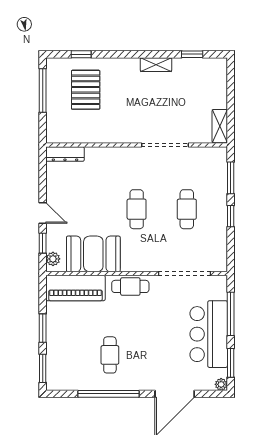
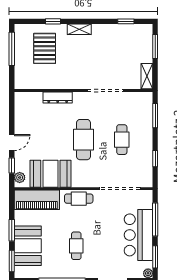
window: (81, 54) -> (53, 21), moved
shelving: (156, 65) -> (79, 29), moved
window: (231, 87) -> (155, 47), added
dresser: (65, 154) -> (58, 97), moved
cafe table: (137, 209) -> (83, 140), width x1.37, depth x1.35
door: (43, 213) -> (12, 143), hinge flipped
window: (231, 216) -> (155, 159), moved
booth: (63, 348) -> (28, 246), added
cafe table: (110, 355) -> (76, 246), moved

